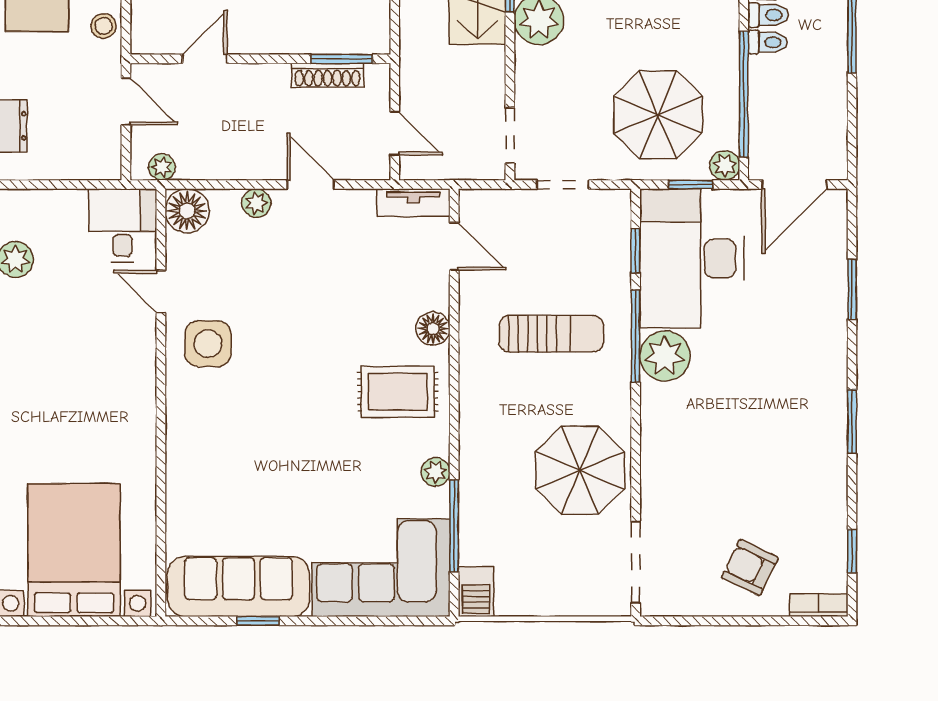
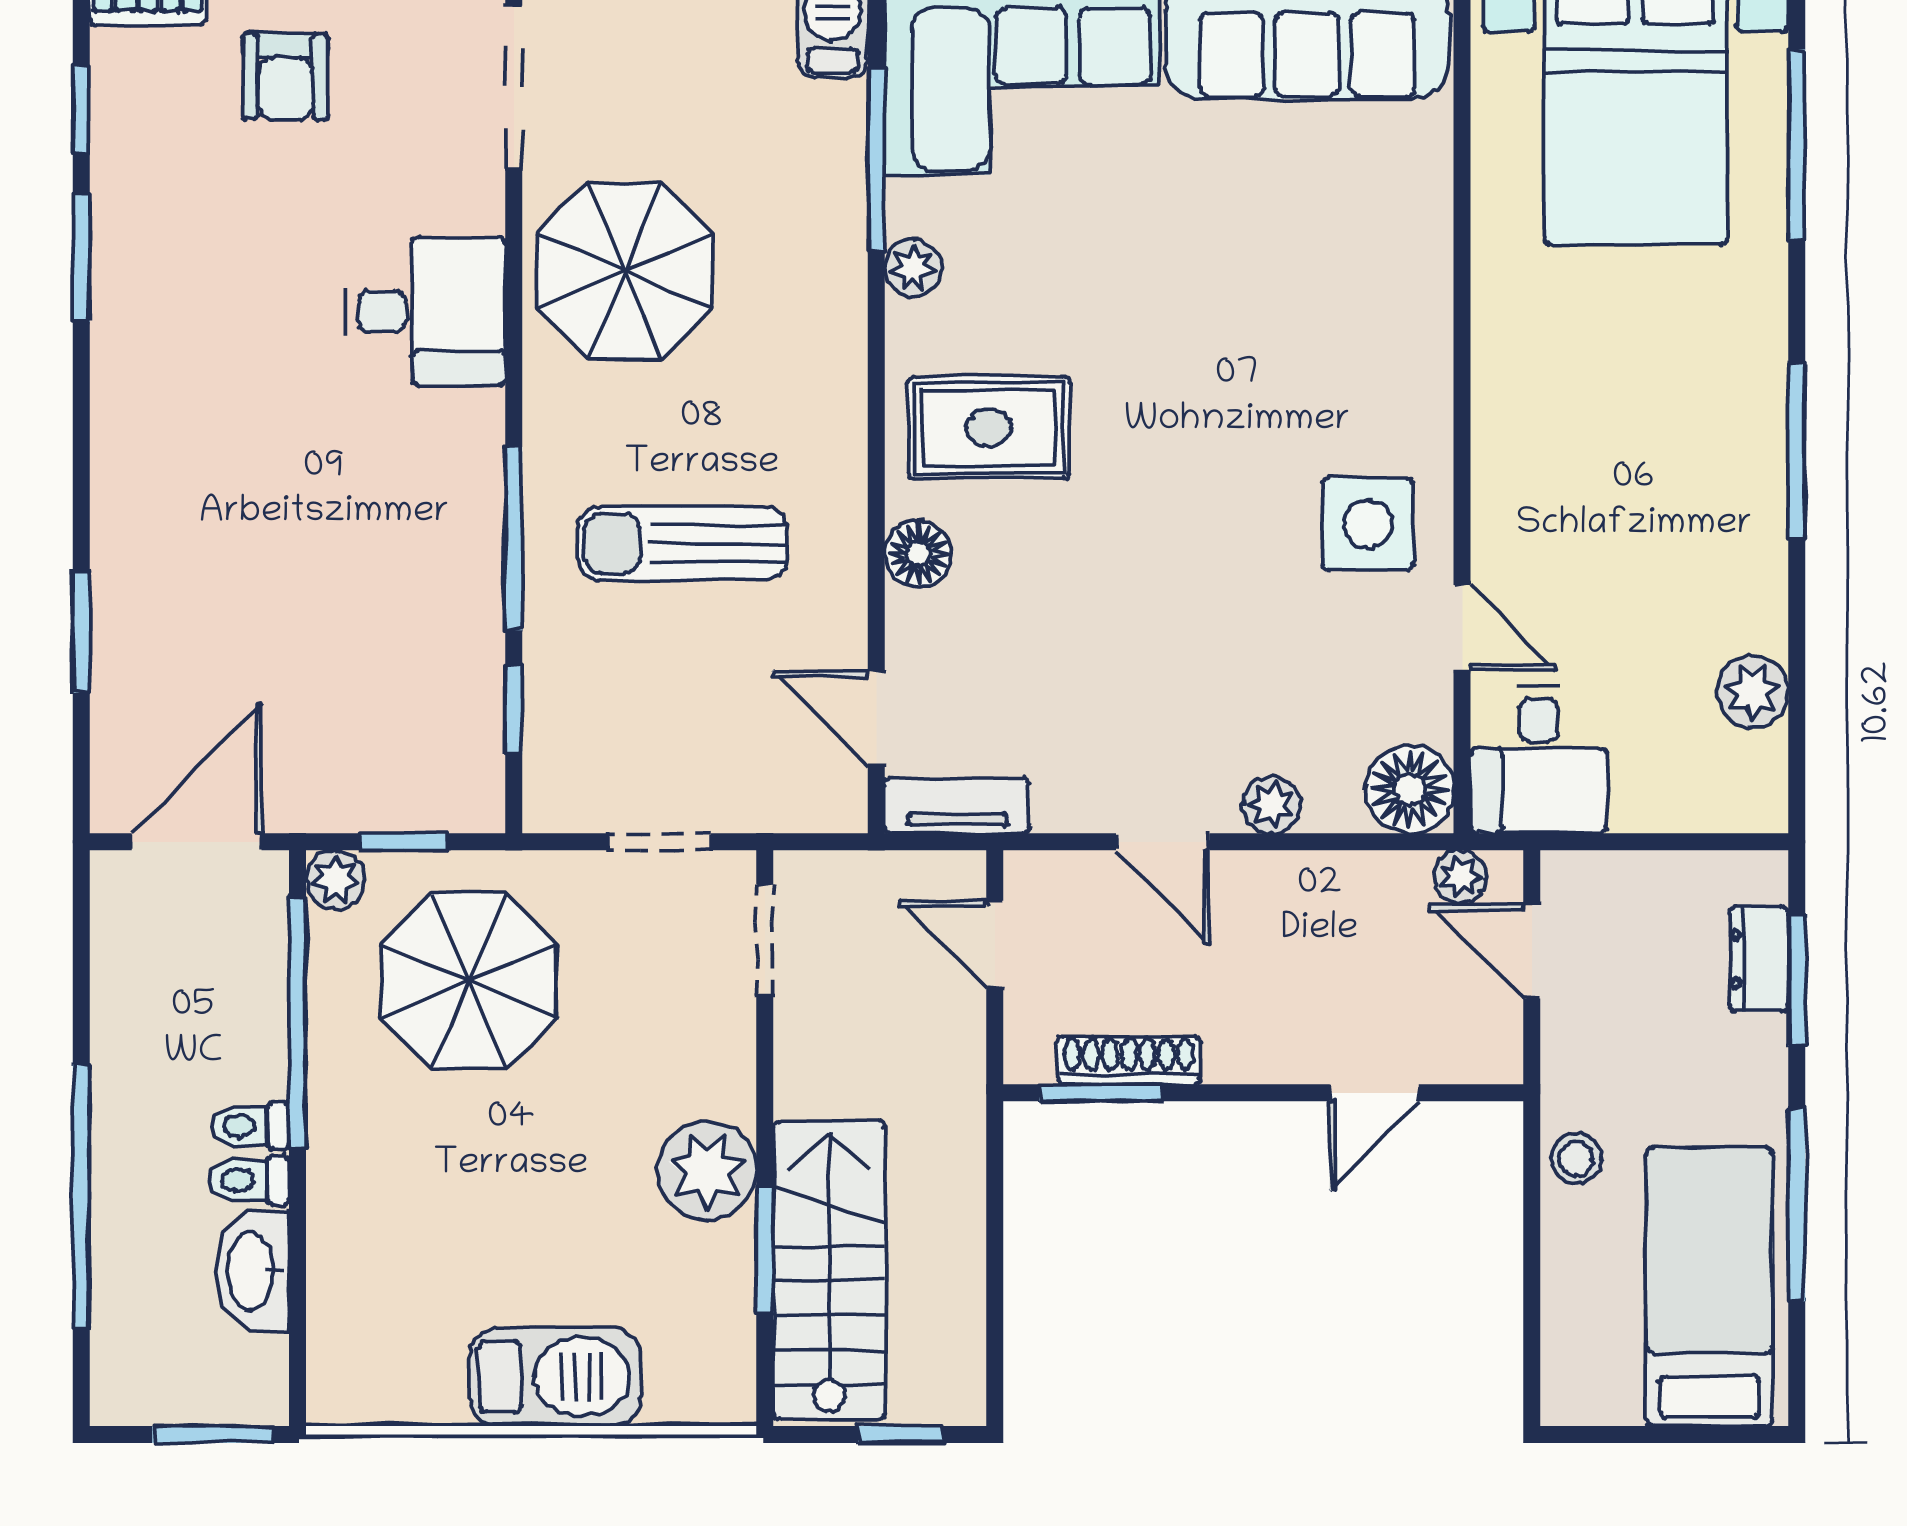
door: (126, 101) -> (1532, 952), moved
desk: (692, 258) -> (425, 311), moved, width x0.53, depth x0.77
plant: (665, 356) -> (455, 499), removed
window: (852, 422) -> (81, 258), moved
armchair: (750, 568) -> (285, 76), turned 64

